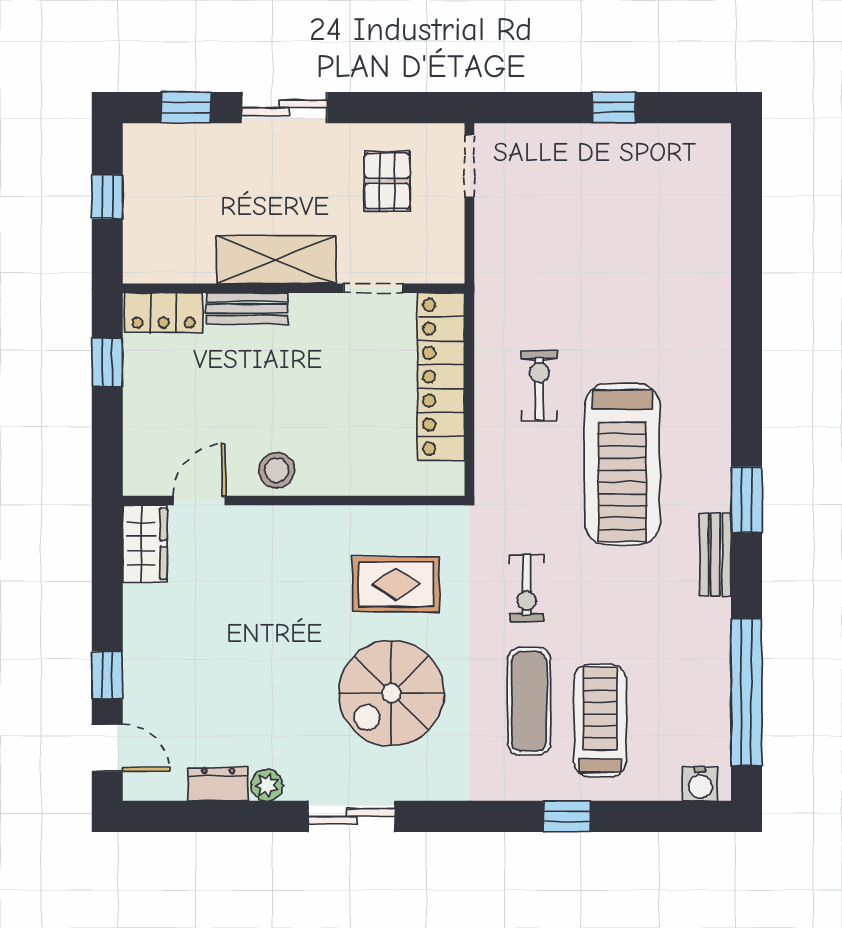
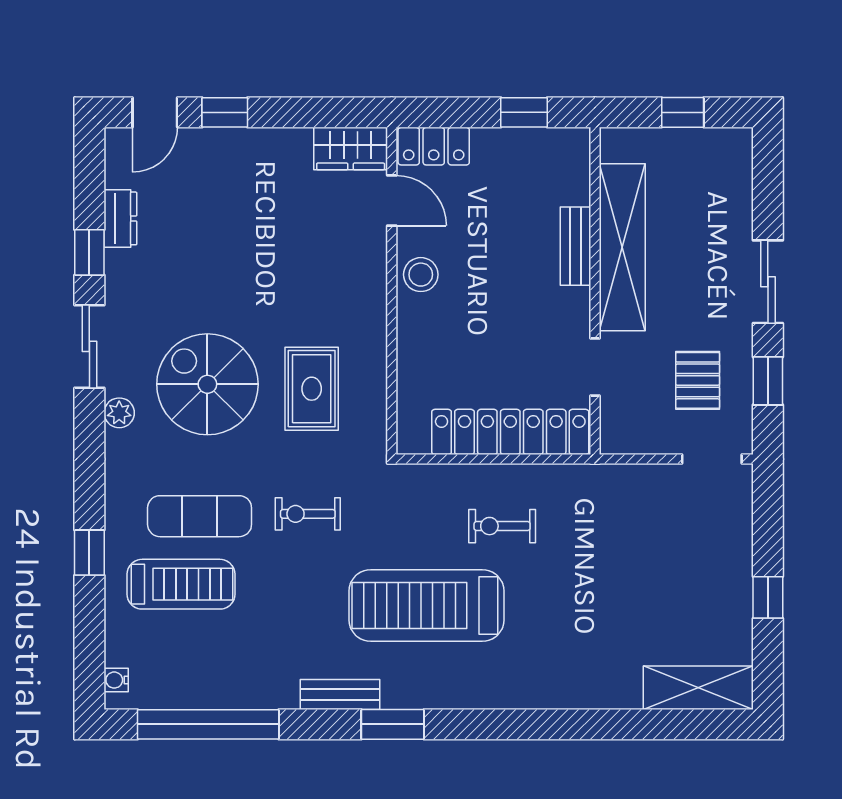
window: (186, 108) -> (768, 381), moved
shelving: (708, 180) -> (698, 688), added
pallet: (387, 181) -> (698, 380), turned 90
shelving: (276, 260) -> (622, 247), width x1.47
locker: (164, 313) -> (434, 146), moved, turned -90
exercise bike: (539, 385) -> (502, 526), turned 180
water cooler: (700, 784) -> (116, 680), width x0.72, depth x0.72
plant: (267, 785) -> (119, 413), moved
window: (254, 816) -> (89, 252), added

